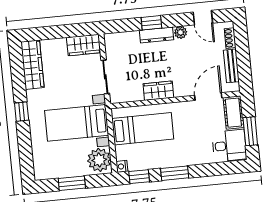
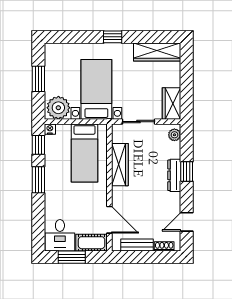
plant: (181, 32) -> (174, 135), moved
wardrobe: (158, 91) -> (120, 165), width x1.50

